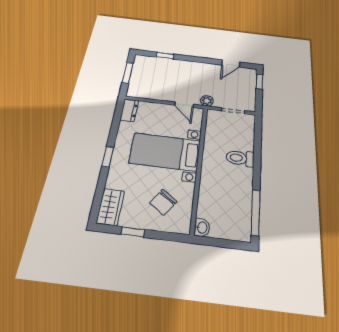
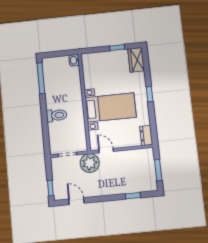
door: (231, 64) -> (76, 201), hinge flipped
plant: (207, 101) -> (90, 163), width x1.87, depth x1.87
chair: (163, 202) -> (103, 71), removed

